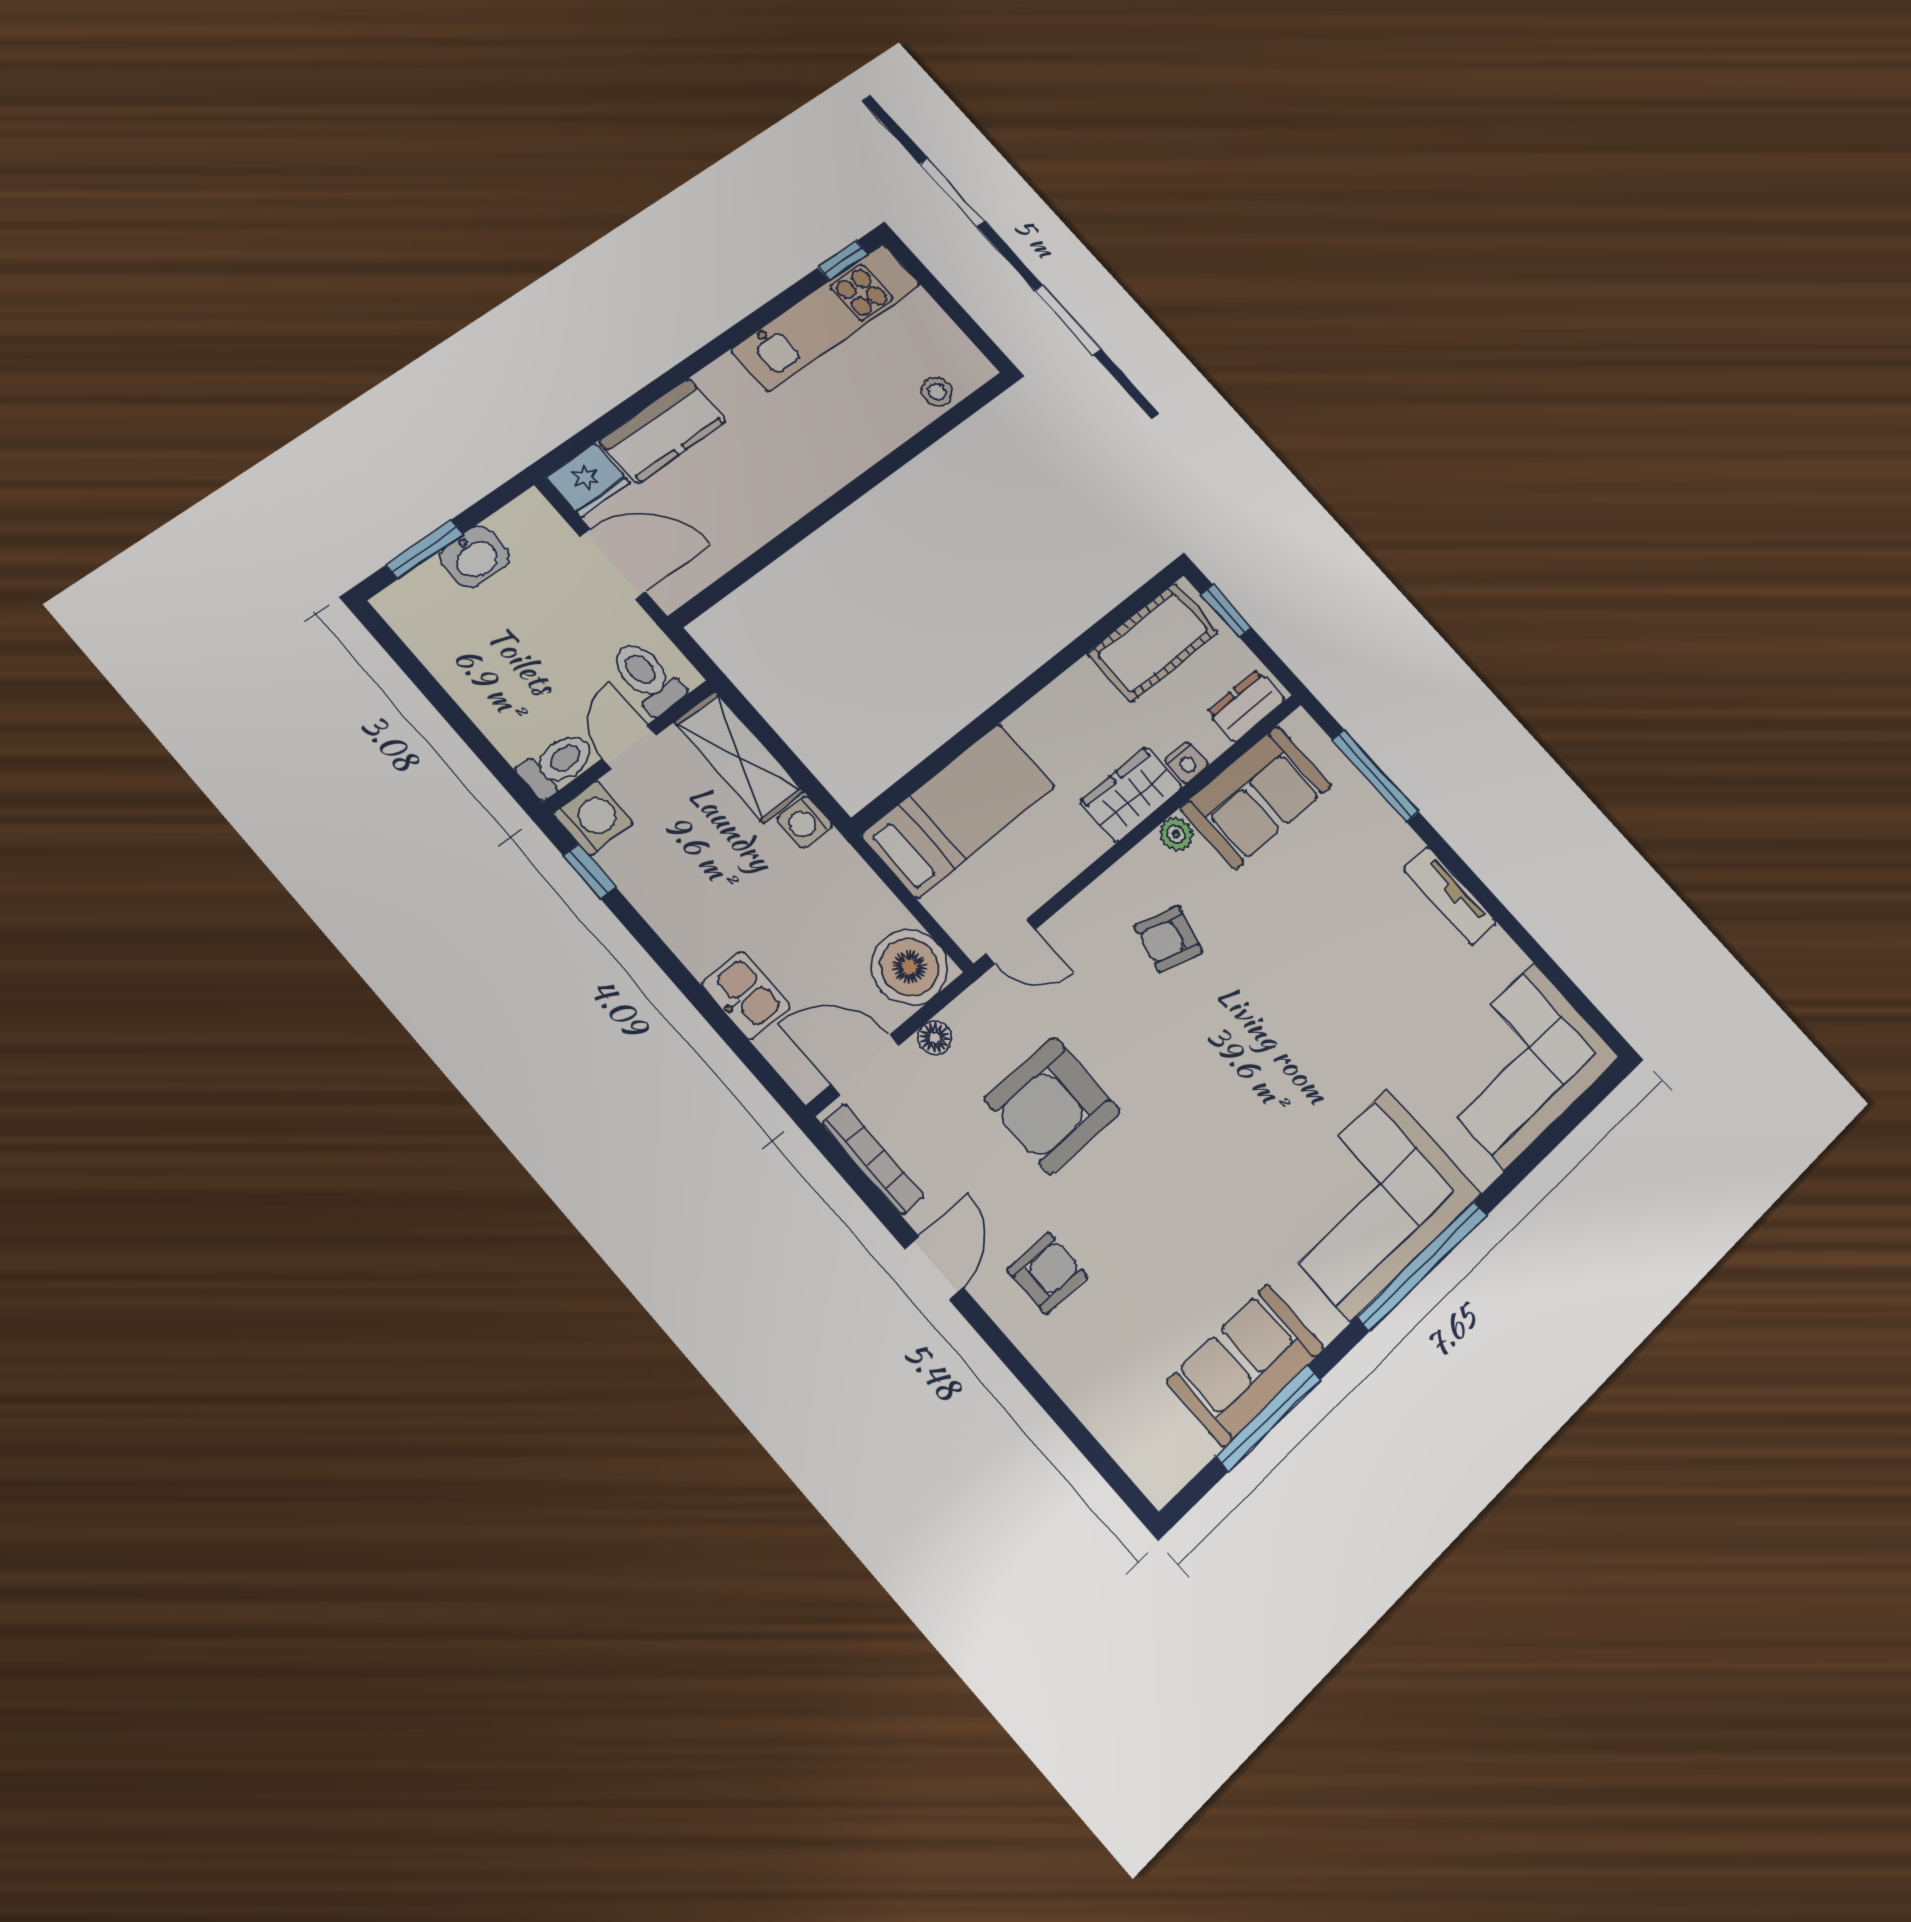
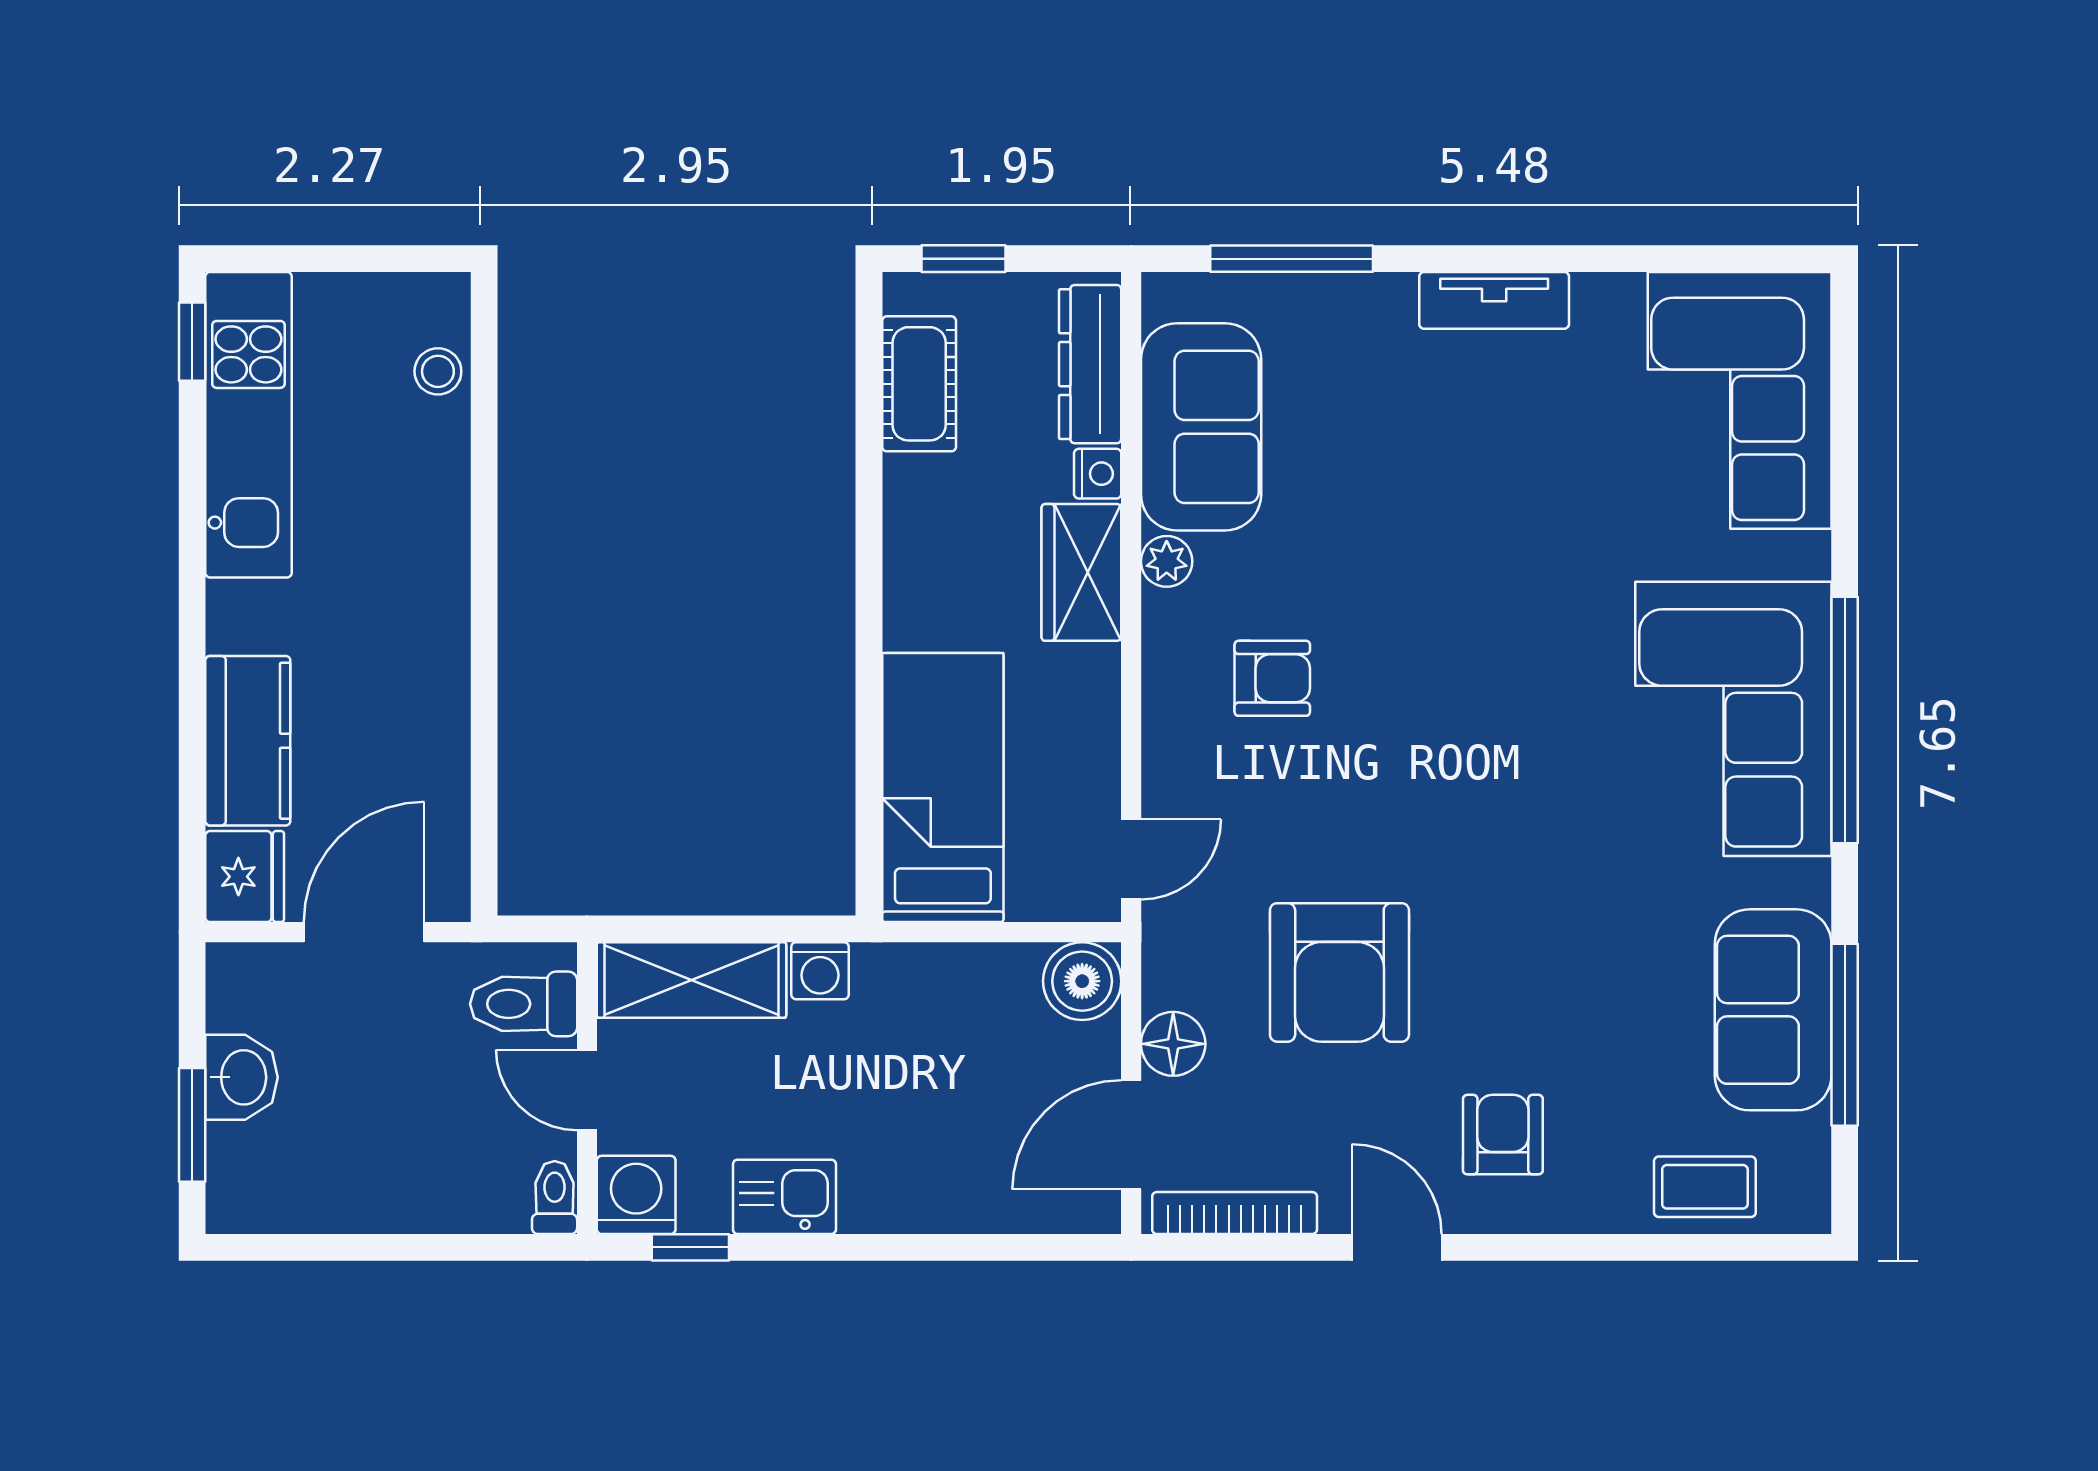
cot: (1153, 643) -> (919, 384), width x0.73, depth x0.75
dresser: (1246, 706) -> (1090, 364), width x1.44
toilet: (557, 764) -> (555, 1197), width x0.73, depth x0.72
armchair: (1169, 939) -> (1272, 678), turned -105
boiler: (909, 967) -> (1082, 981), width x0.73, depth x0.73
kitchen sink: (746, 995) -> (784, 1197), moved
floor lamp: (935, 1038) -> (1173, 1044), width x1.37, depth x1.37
coffee table: (1120, 1414) -> (1705, 1187), added

